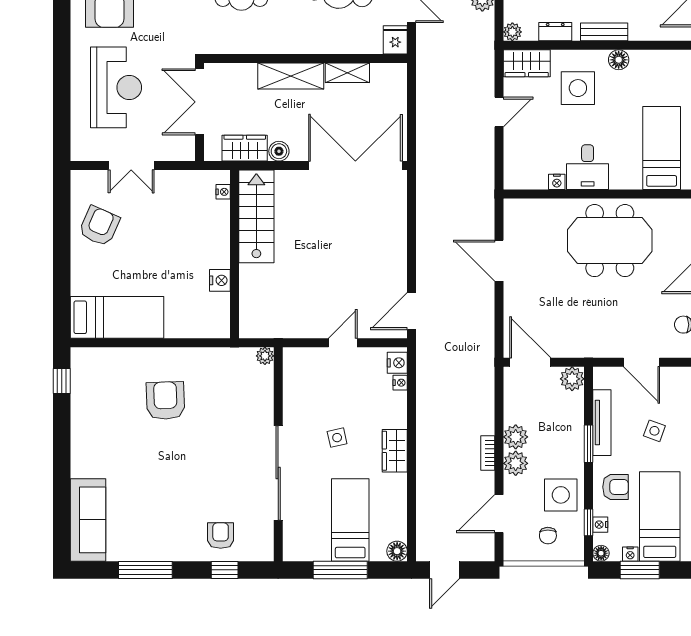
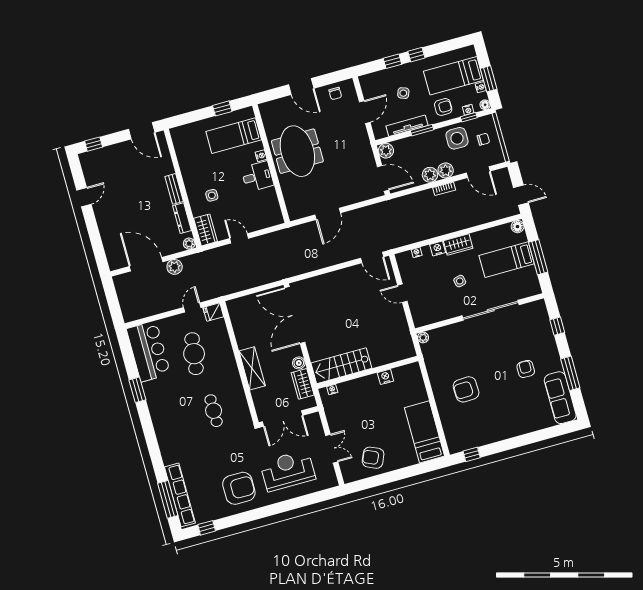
dresser: (555, 32) -> (182, 218), width x1.44
floor lamp: (619, 60) -> (188, 176), removed
shelving: (347, 73) -> (241, 335), removed
side table: (578, 88) -> (212, 195), width x0.54, depth x0.54
nightstand: (557, 182) -> (261, 156), moved
door: (530, 362) -> (383, 178), swing flipped
nightstand: (397, 363) -> (438, 249), moved
armchair: (616, 487) -> (443, 107), turned 90
sofa: (88, 520) -> (560, 398), moved, turned -90
armchair: (221, 536) -> (526, 369), moved, turned 90

